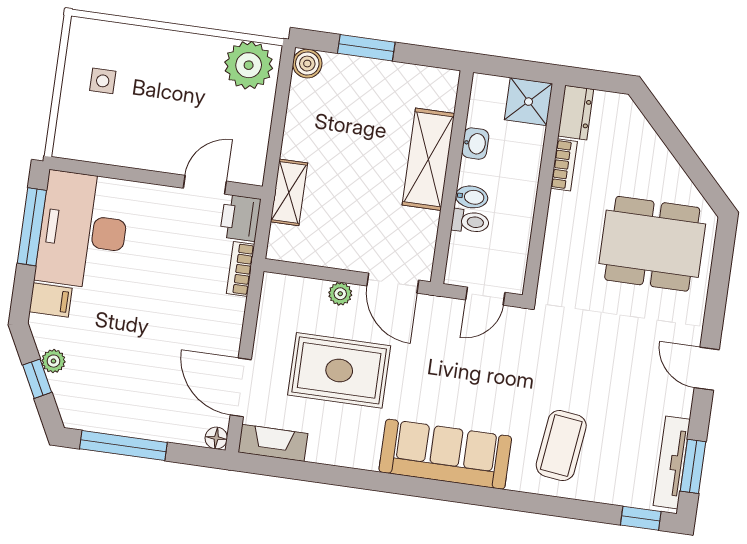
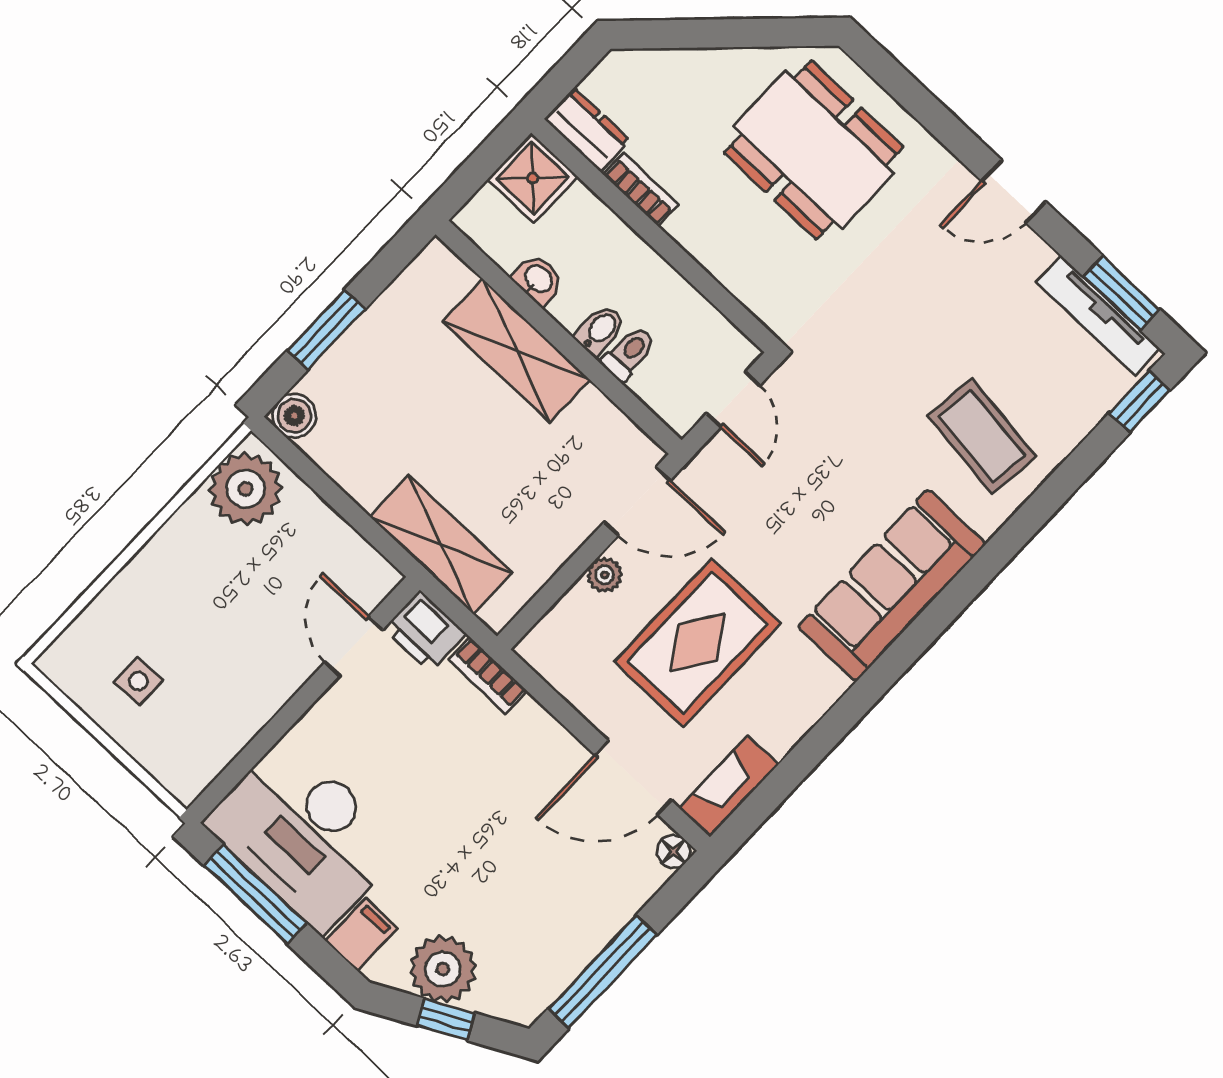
shelving: (289, 192) -> (441, 545), width x1.50, depth x1.33
dining table: (652, 244) -> (814, 150), turned 90
plant: (53, 361) -> (443, 969), width x1.88, depth x1.88

